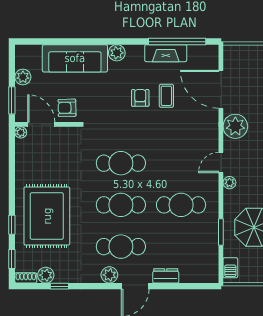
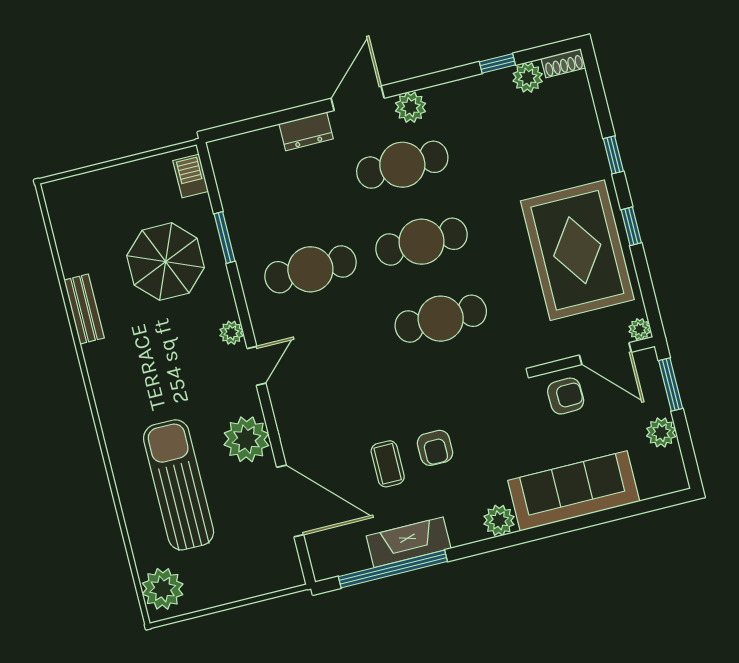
rug: (47, 216) -> (577, 250), moved
window: (12, 259) -> (631, 226), moved

